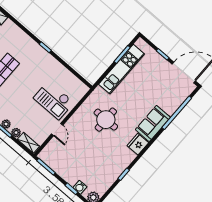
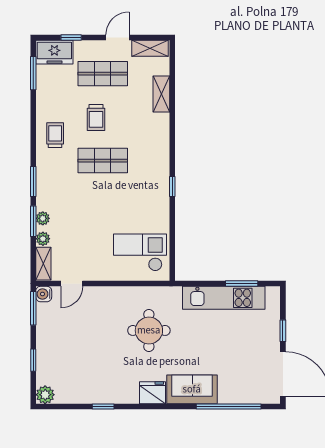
checkout: (54, 100) -> (140, 252), moved, turned 90
door: (57, 129) -> (72, 284), moved
water cooler: (80, 187) -> (44, 294), moved

